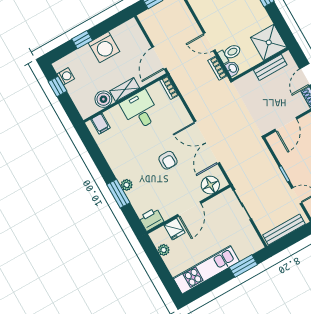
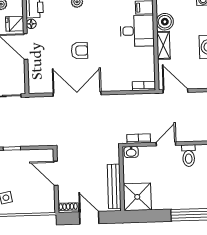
toilet: (230, 53) -> (189, 156), moved
bench: (270, 67) -> (114, 186), width x1.36
desk: (140, 110) -> (137, 31), moved
armchair: (168, 160) -> (79, 51), turned 180
floor lamp: (210, 185) -> (31, 24), moved, width x0.53, depth x0.53

